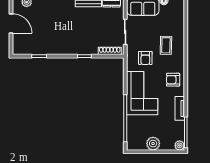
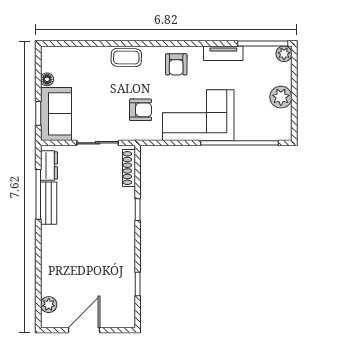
coffee table: (166, 45) -> (126, 58), moved

